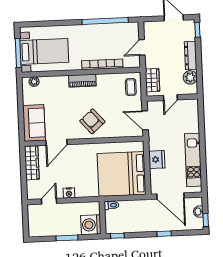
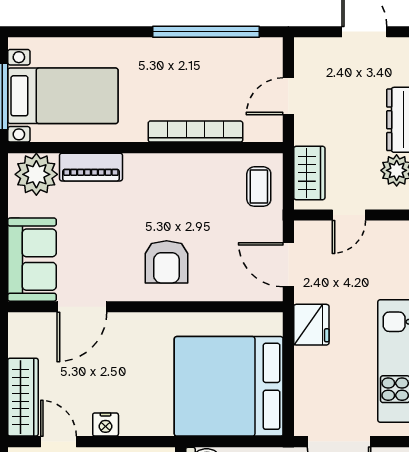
piano: (82, 81) -> (91, 167), moved
plant: (34, 82) -> (36, 174), width x1.88, depth x1.88
armchair: (92, 121) -> (167, 262), turned -139
fridge: (157, 160) -> (311, 325), moved
wardrobe: (32, 163) -> (23, 397), moved
door: (49, 201) -> (59, 442), hinge flipped

